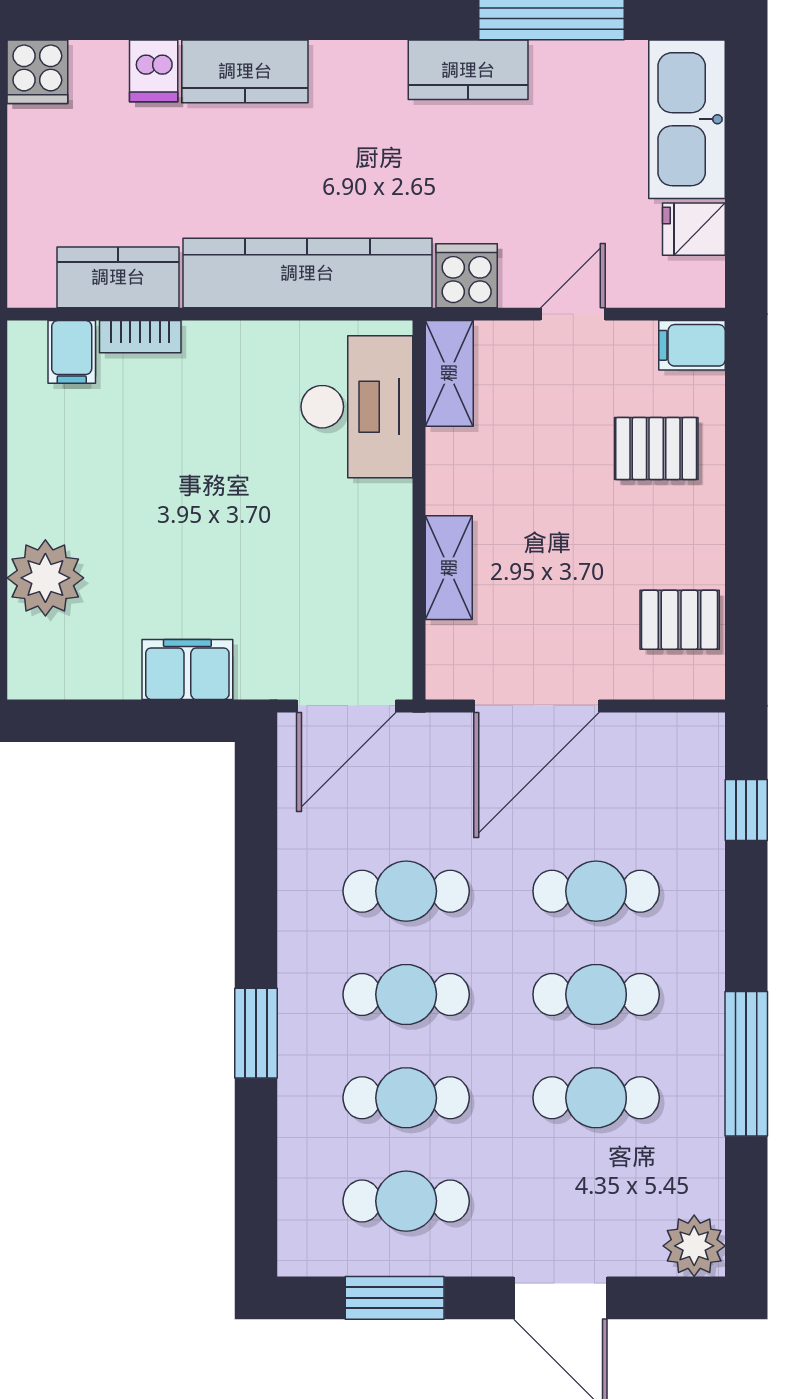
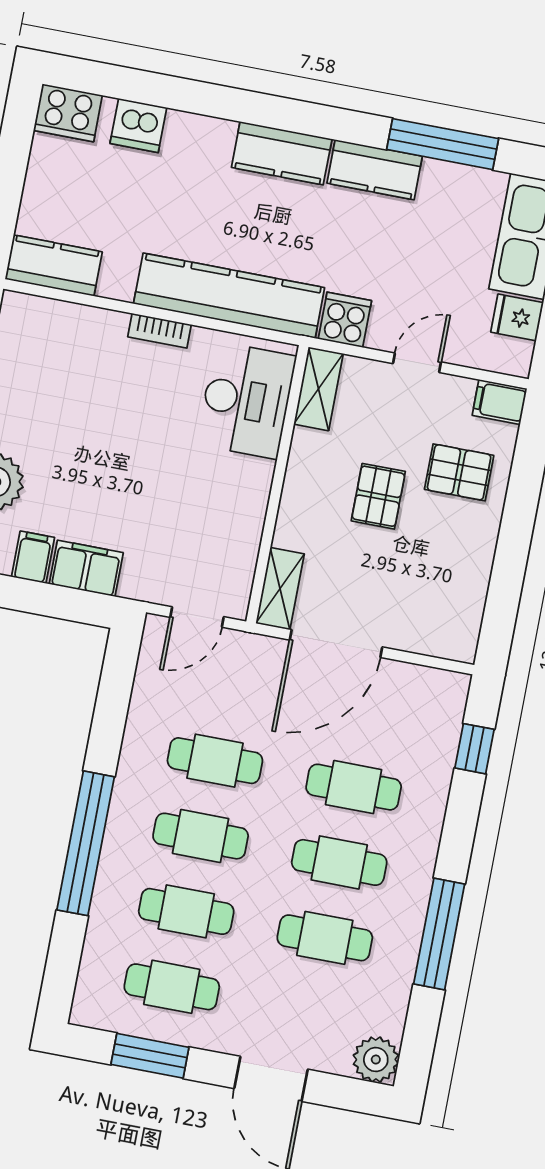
dishwasher: (154, 71) -> (138, 125), width x1.38
kitchen counter: (245, 71) -> (282, 153), moved
cooker: (37, 72) -> (68, 113), width x1.36
kitchen counter: (118, 277) -> (54, 266), moved
bookcase: (140, 337) -> (160, 331), moved
filing cabinet: (72, 352) -> (33, 557), moved, turned 180
shelving: (449, 568) -> (280, 589), moved
pallet: (680, 620) -> (378, 496), moved, turned 90
door: (346, 706) -> (197, 617), width x0.73
window: (256, 1033) -> (86, 843), width x2.11

